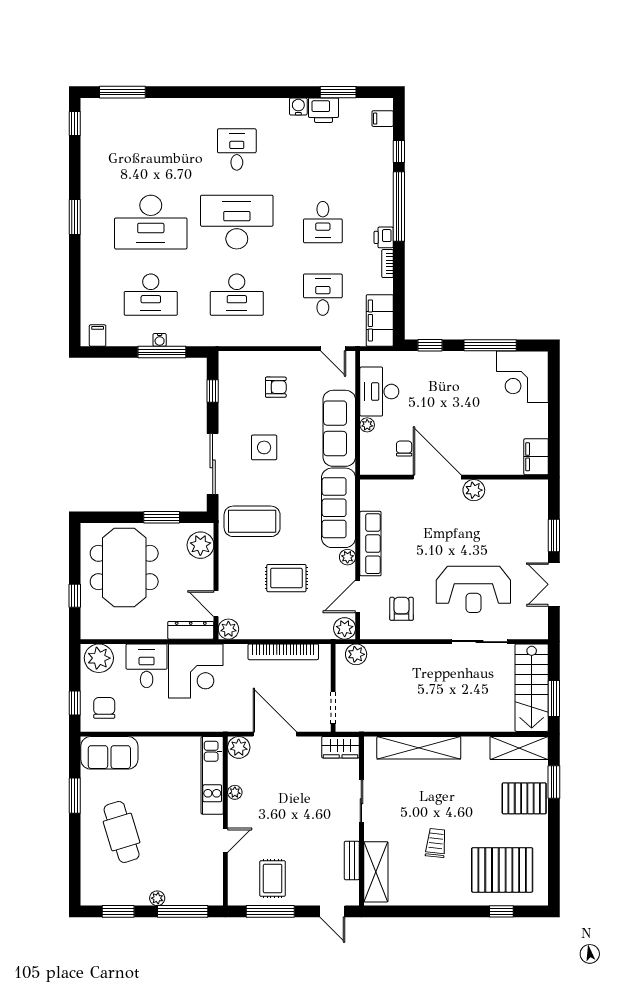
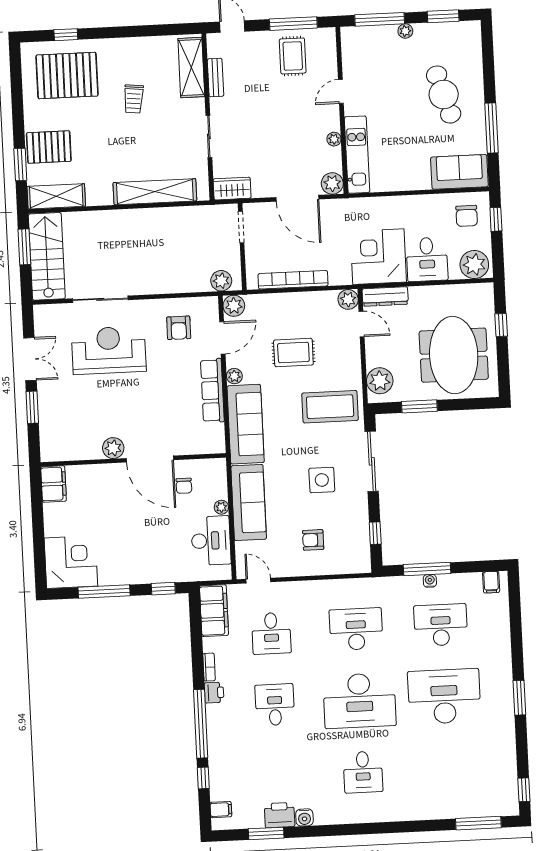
window: (75, 796) -> (491, 128), width x1.44

